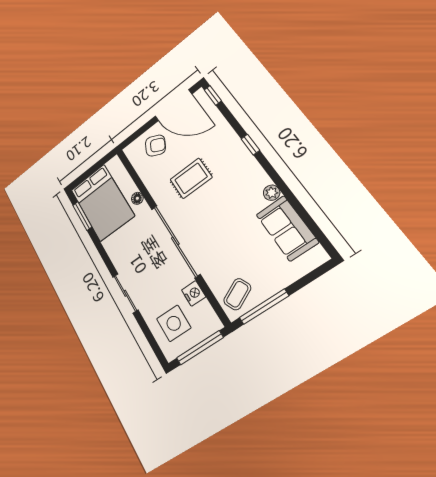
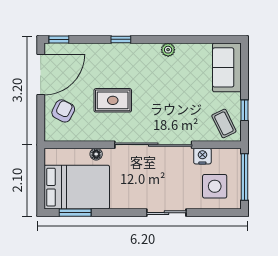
rug: (191, 178) -> (113, 100), turned 90
sofa: (287, 228) -> (227, 67), moved, turned 90
window: (264, 307) -> (244, 110), width x0.46

